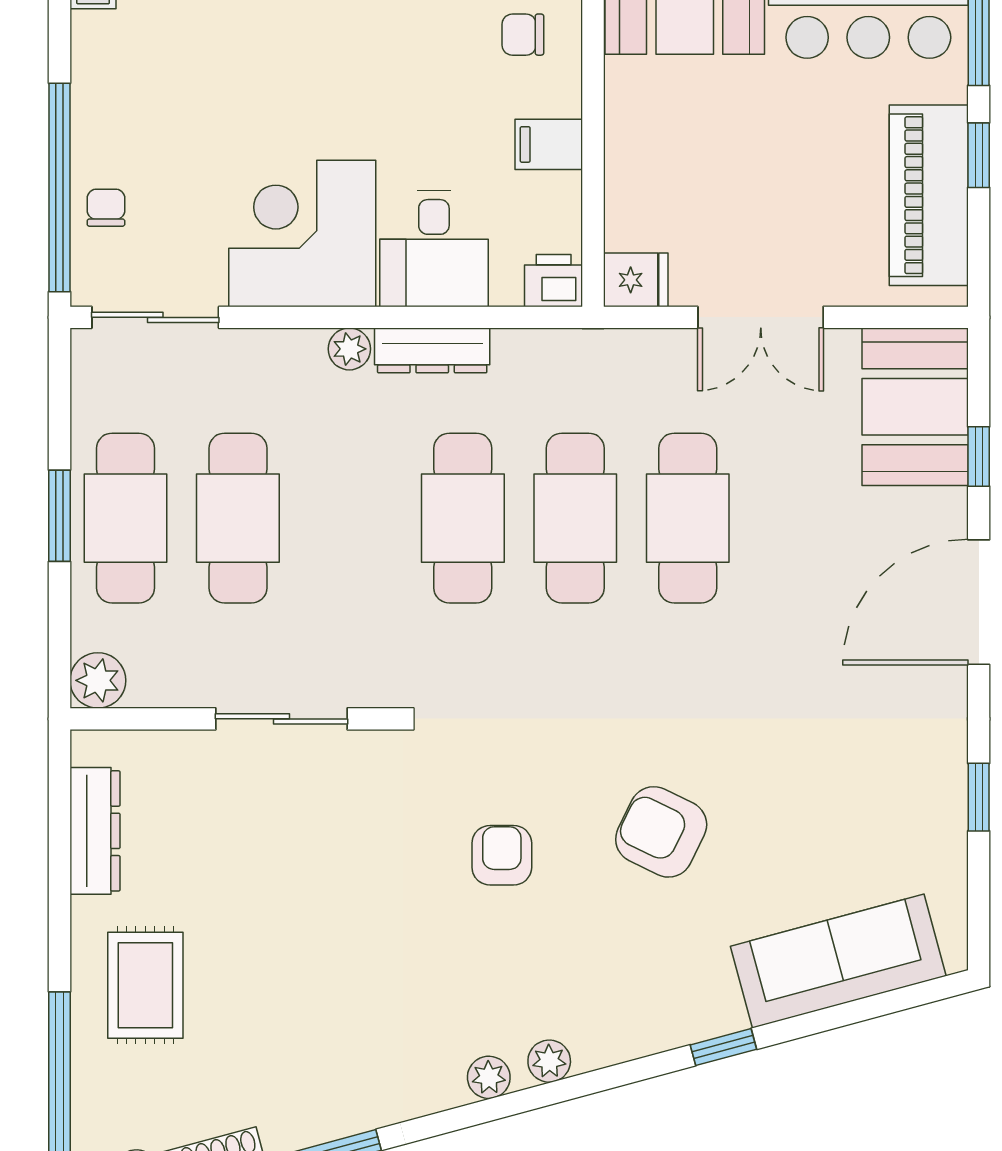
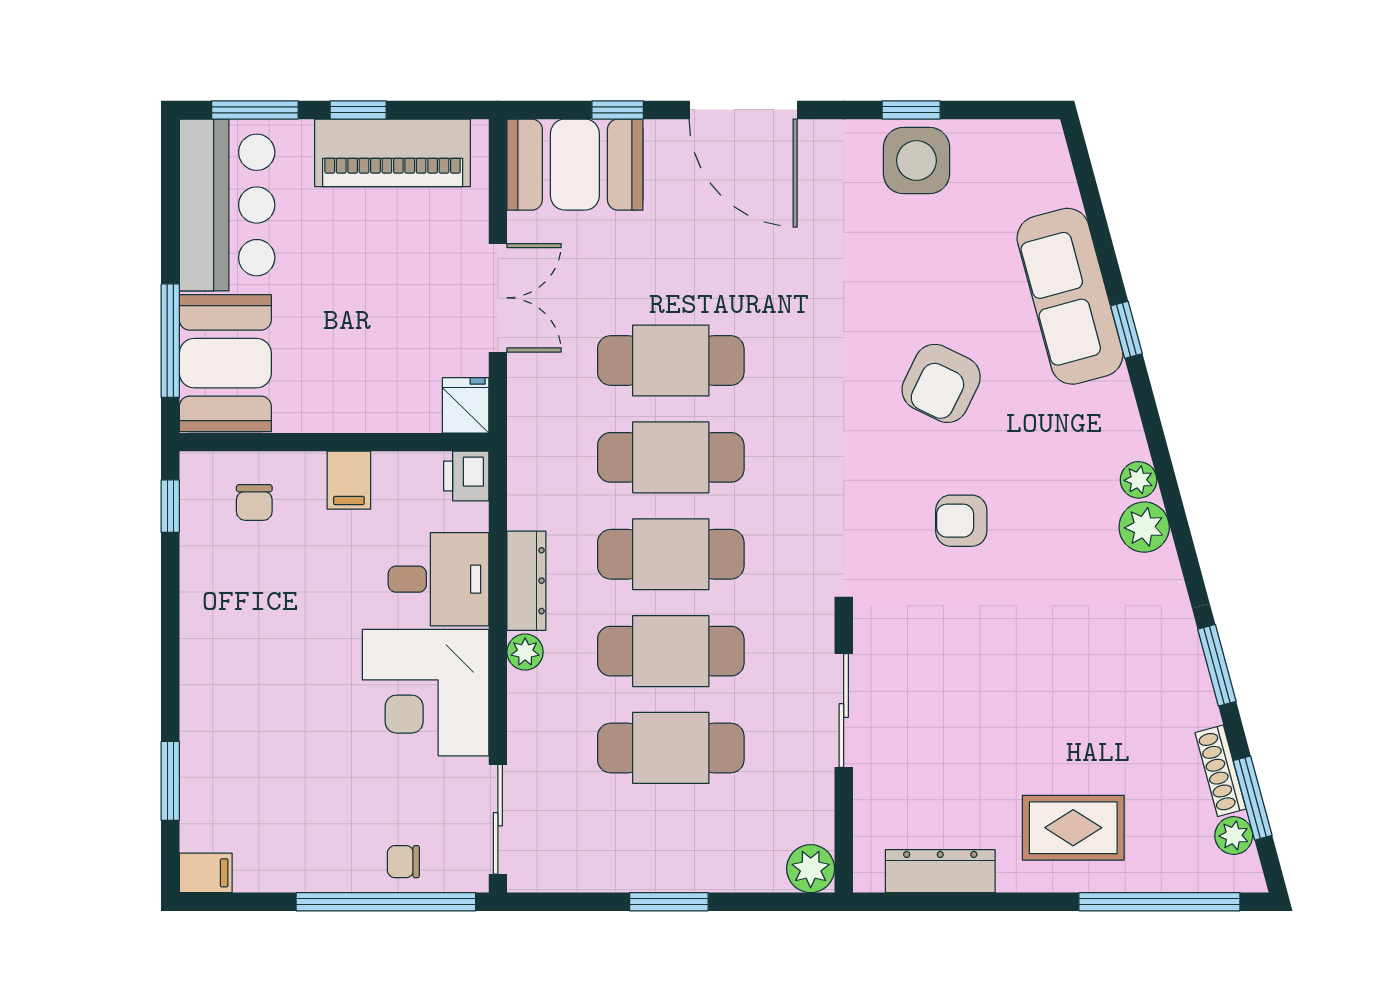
cafe table: (125, 518) -> (671, 651), moved
side table: (920, 803) -> (916, 161), added
sofa: (838, 961) -> (1070, 296), moved
plant: (489, 1077) -> (1144, 527), width x1.38, depth x1.38

